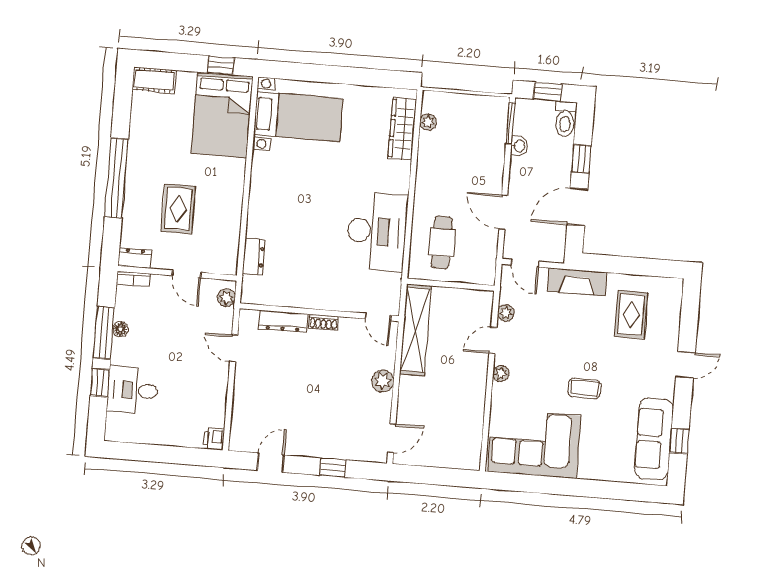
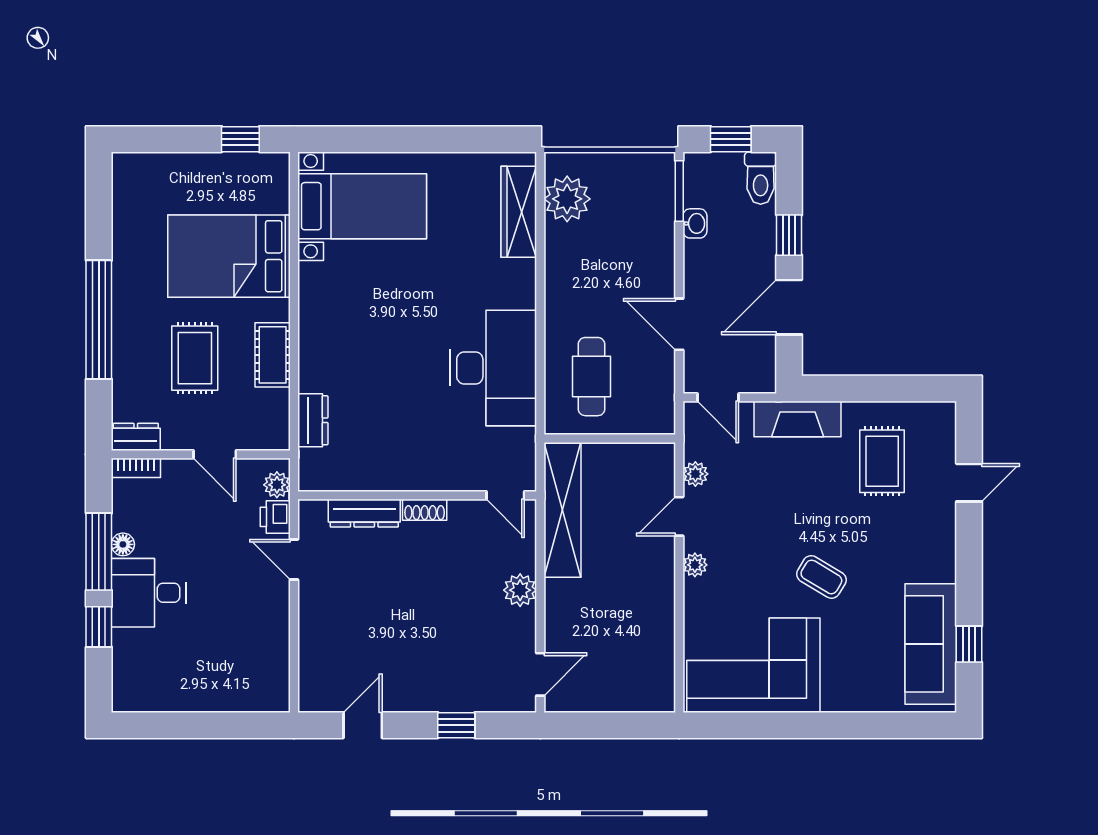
cot: (154, 80) -> (273, 355), moved, turned 90
bed: (222, 115) -> (229, 256), moved, turned 90
plant: (428, 122) -> (567, 199), width x1.87, depth x1.87
door: (685, 365) -> (969, 483), moved
coffee table: (584, 388) -> (821, 577), turned 31
desk: (133, 390) -> (148, 593), moved
printer: (214, 439) -> (275, 517), moved

